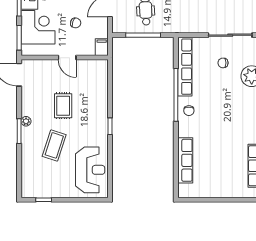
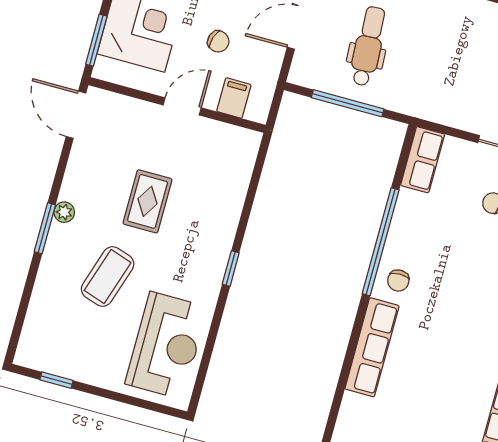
filing cabinet: (102, 47) -> (234, 98), moved
door: (67, 58) -> (182, 106), swing flipped
row of seats: (185, 67) -> (423, 160), width x0.50
row of seats: (185, 160) -> (372, 347), moved

